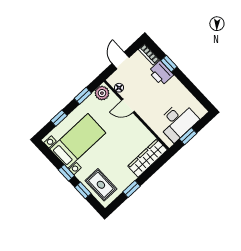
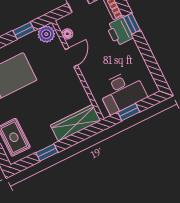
door: (128, 106) -> (71, 57), swing flipped

